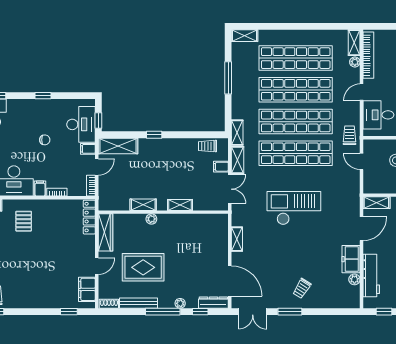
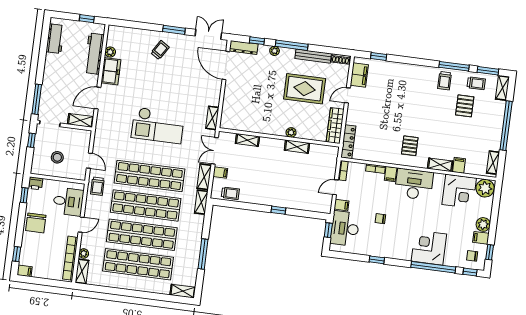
shelving: (118, 146) -> (313, 204), removed
shelving: (180, 205) -> (247, 140), moved
shelving: (237, 239) -> (212, 118), moved

